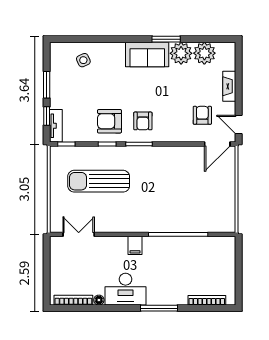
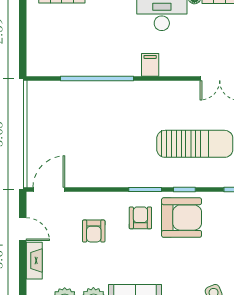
armchair: (202, 115) -> (94, 231), moved
armchair: (109, 121) -> (182, 218), width x1.36, depth x1.36
door: (239, 125) -> (23, 229), moved

